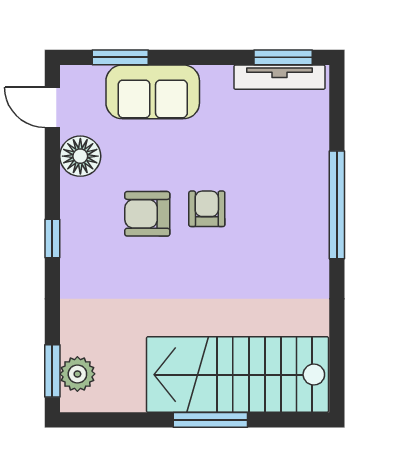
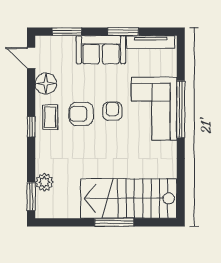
window: (283, 57) -> (123, 32), moved
sofa: (153, 92) -> (101, 50), moved
corner sofa: (286, 204) -> (154, 109), added
coffee table: (89, 220) -> (50, 117), added
plant: (77, 374) -> (44, 182), moved

